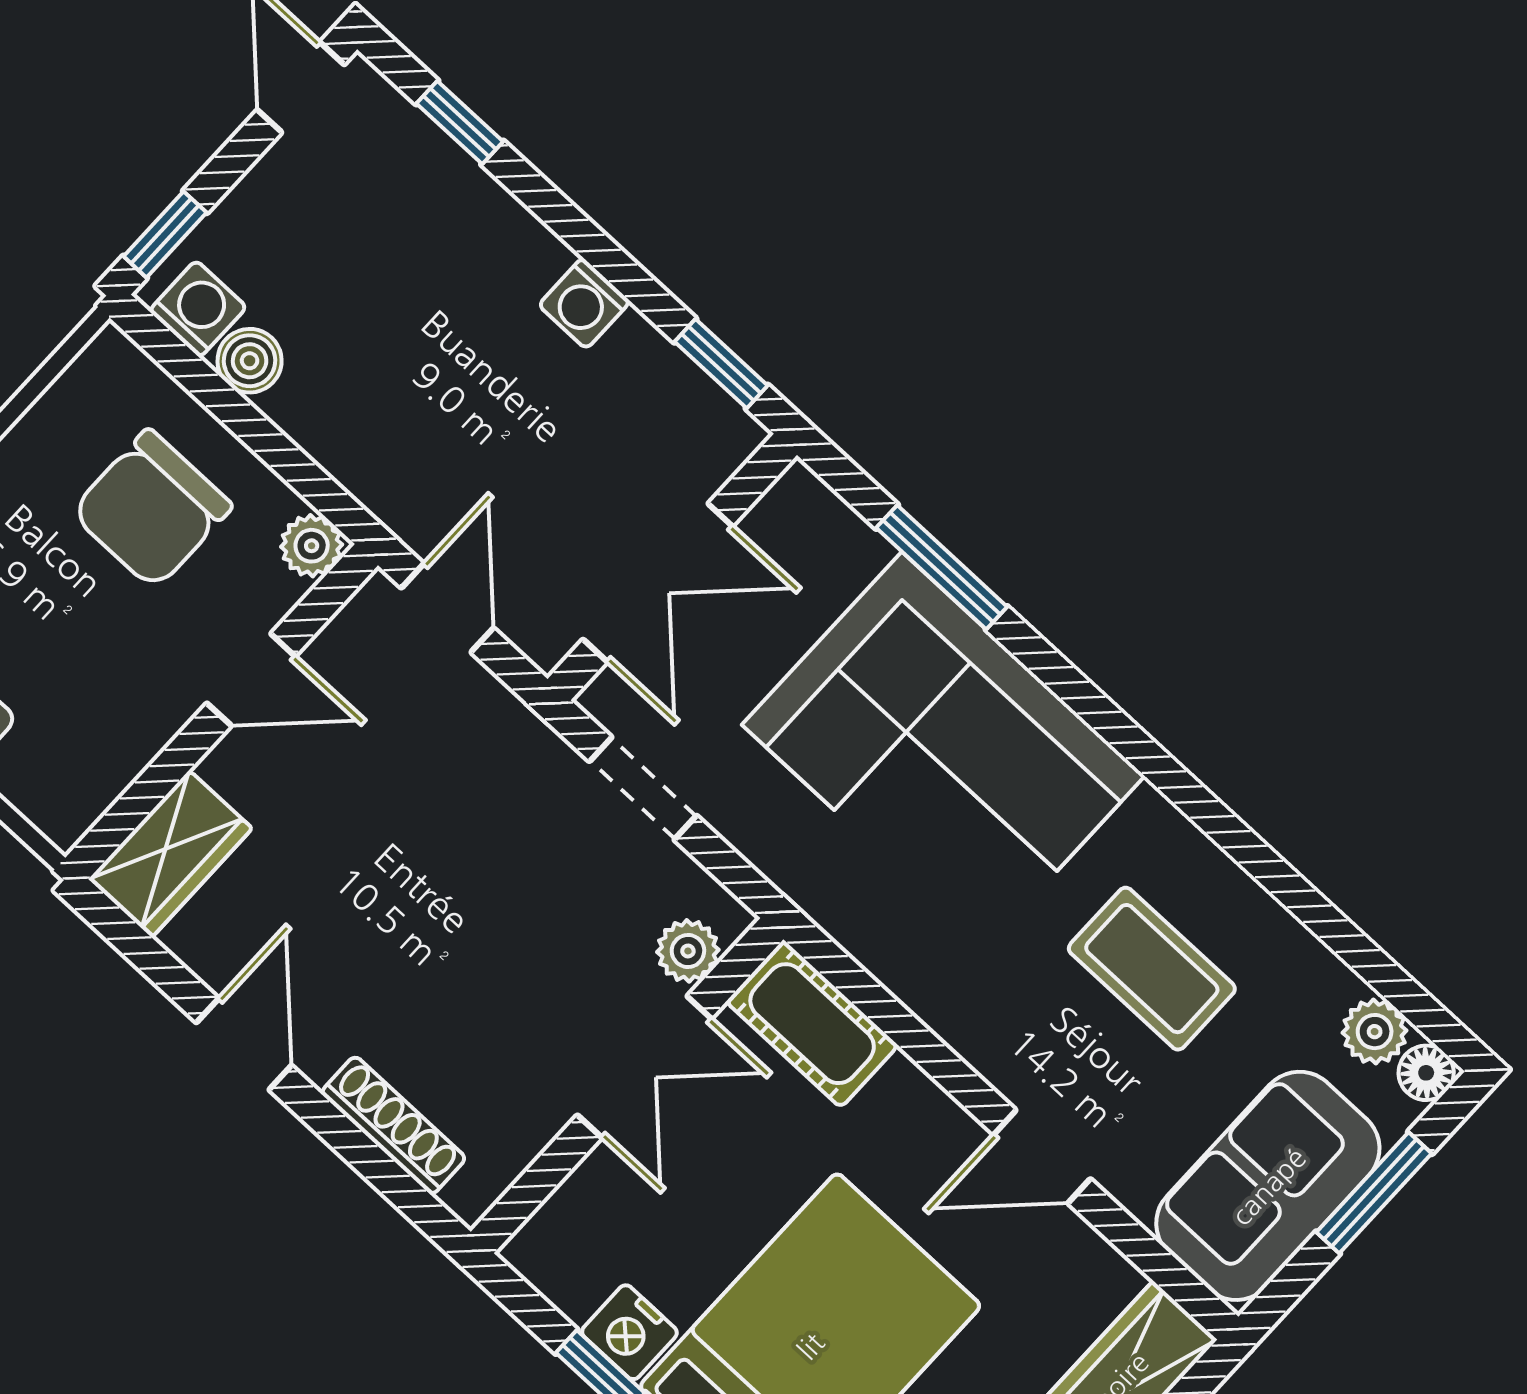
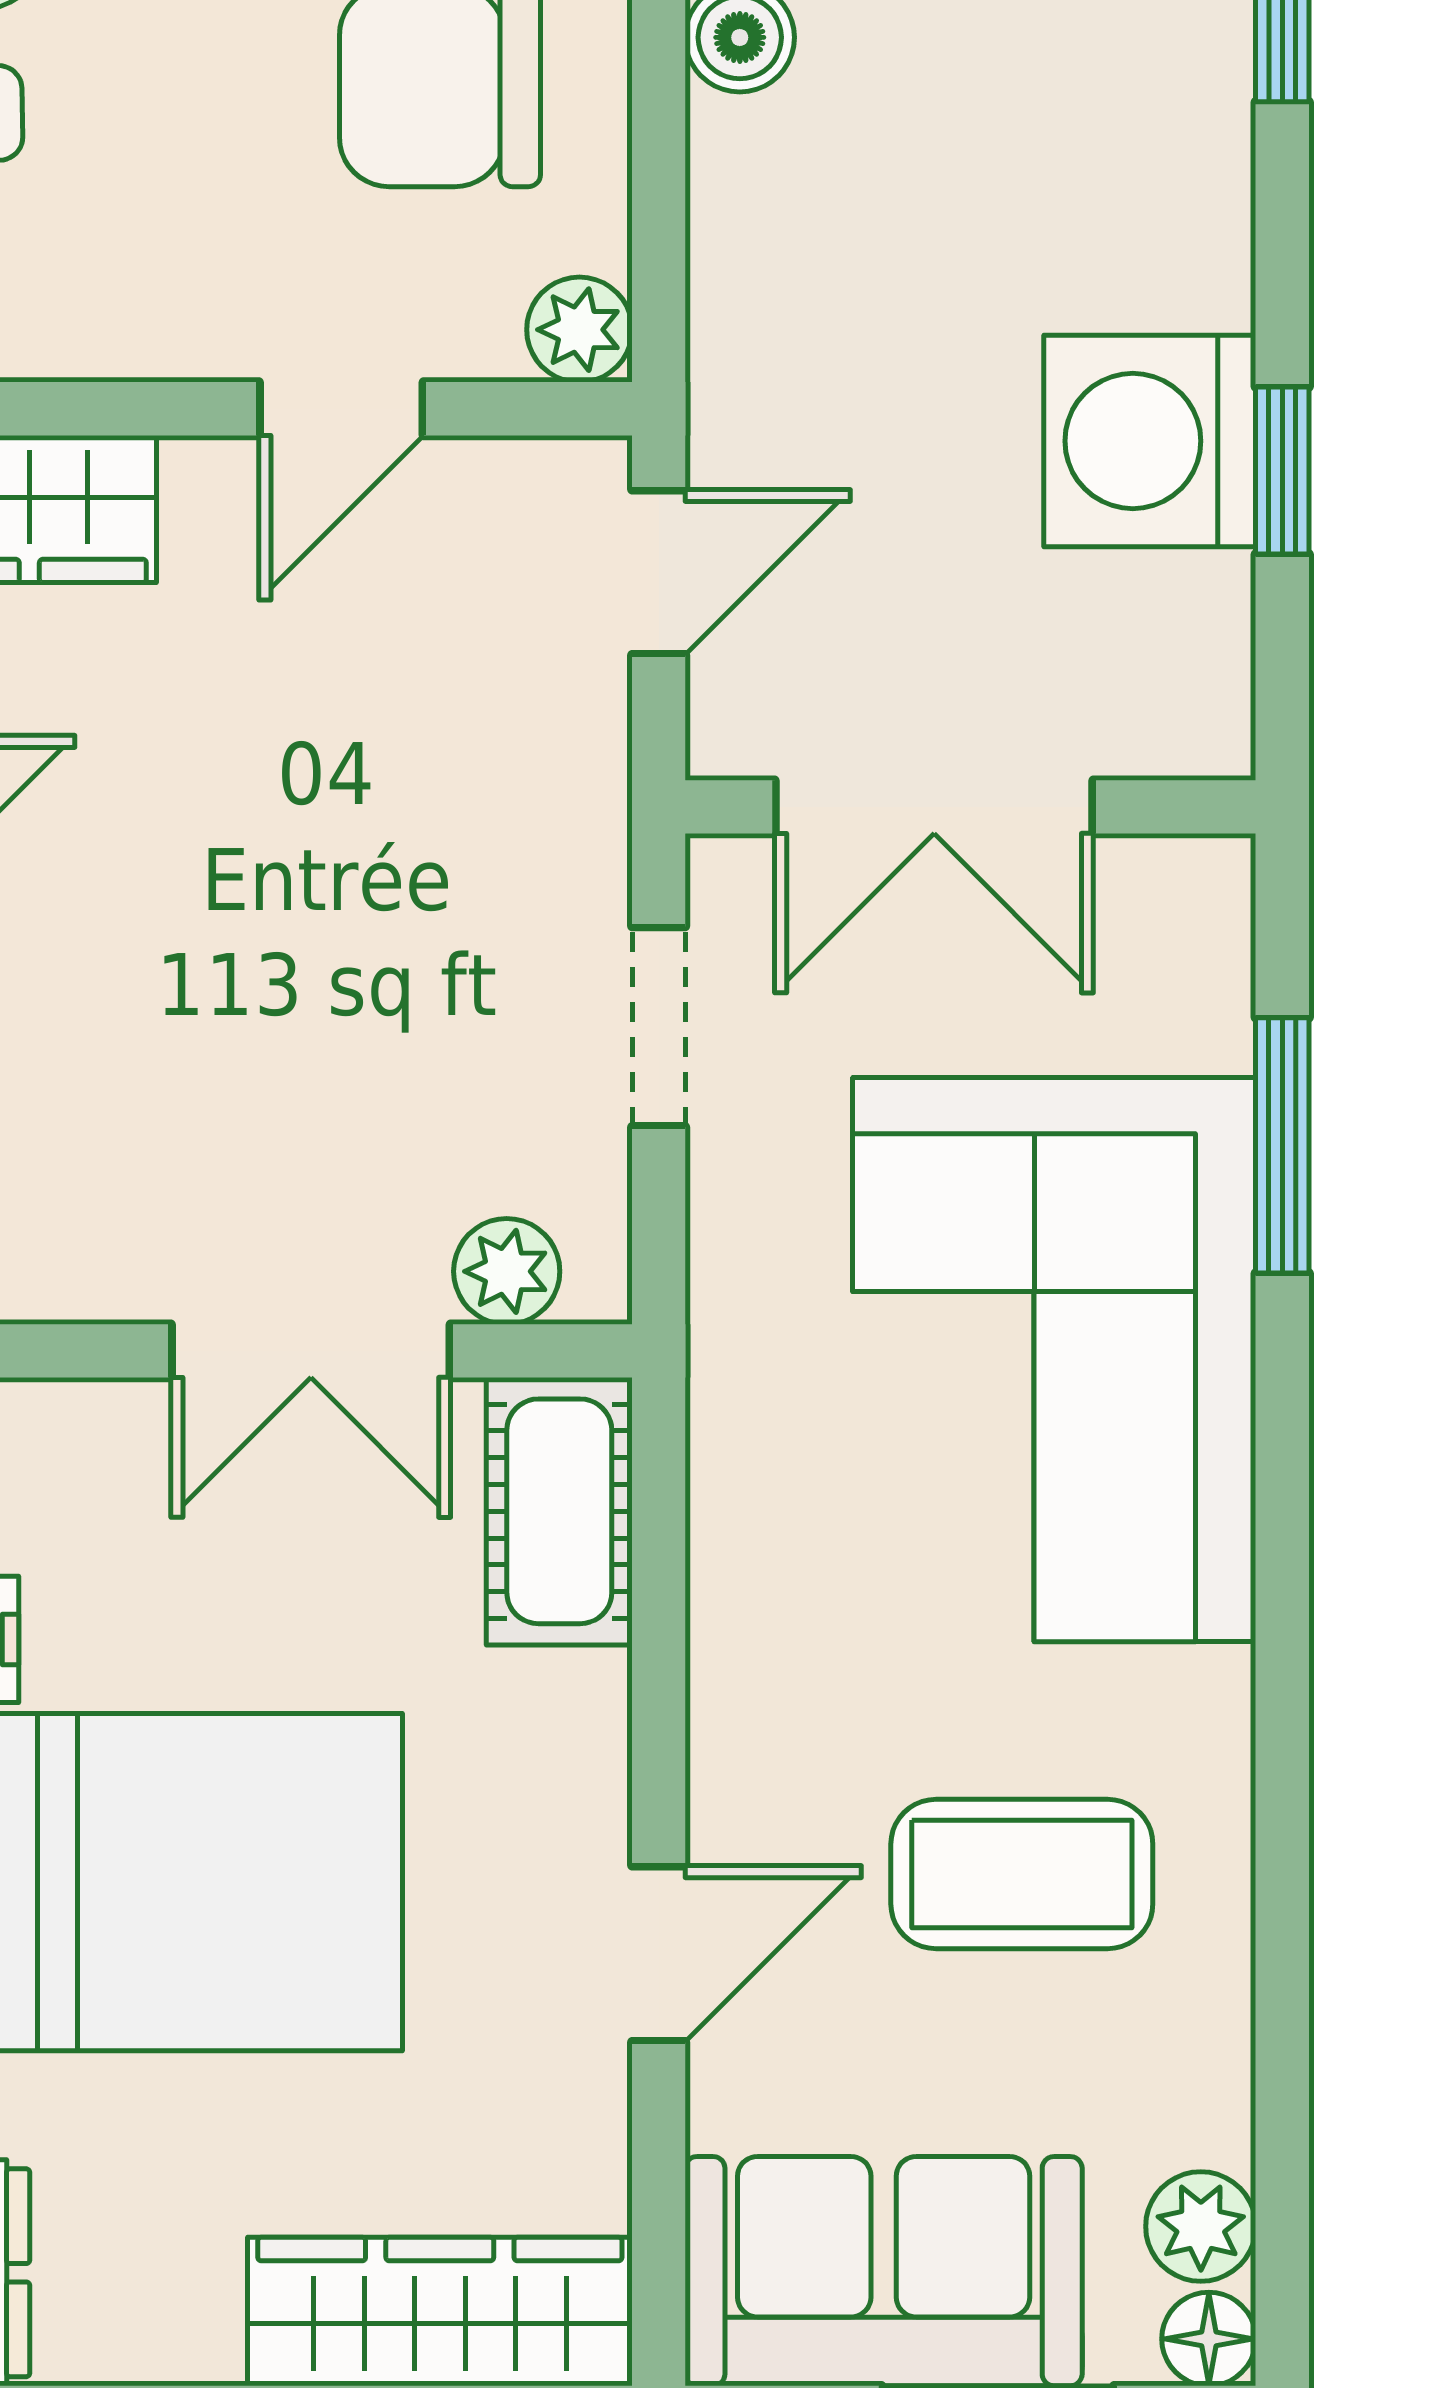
washing machine: (584, 303) -> (1150, 441), width x1.89, depth x1.89
window: (721, 364) -> (1282, 470), moved
door: (251, 680) -> (341, 409), hinge flipped
coffee table: (1152, 969) -> (1022, 1874), turned 90
door: (1042, 1157) -> (659, 1954), swing flipped

